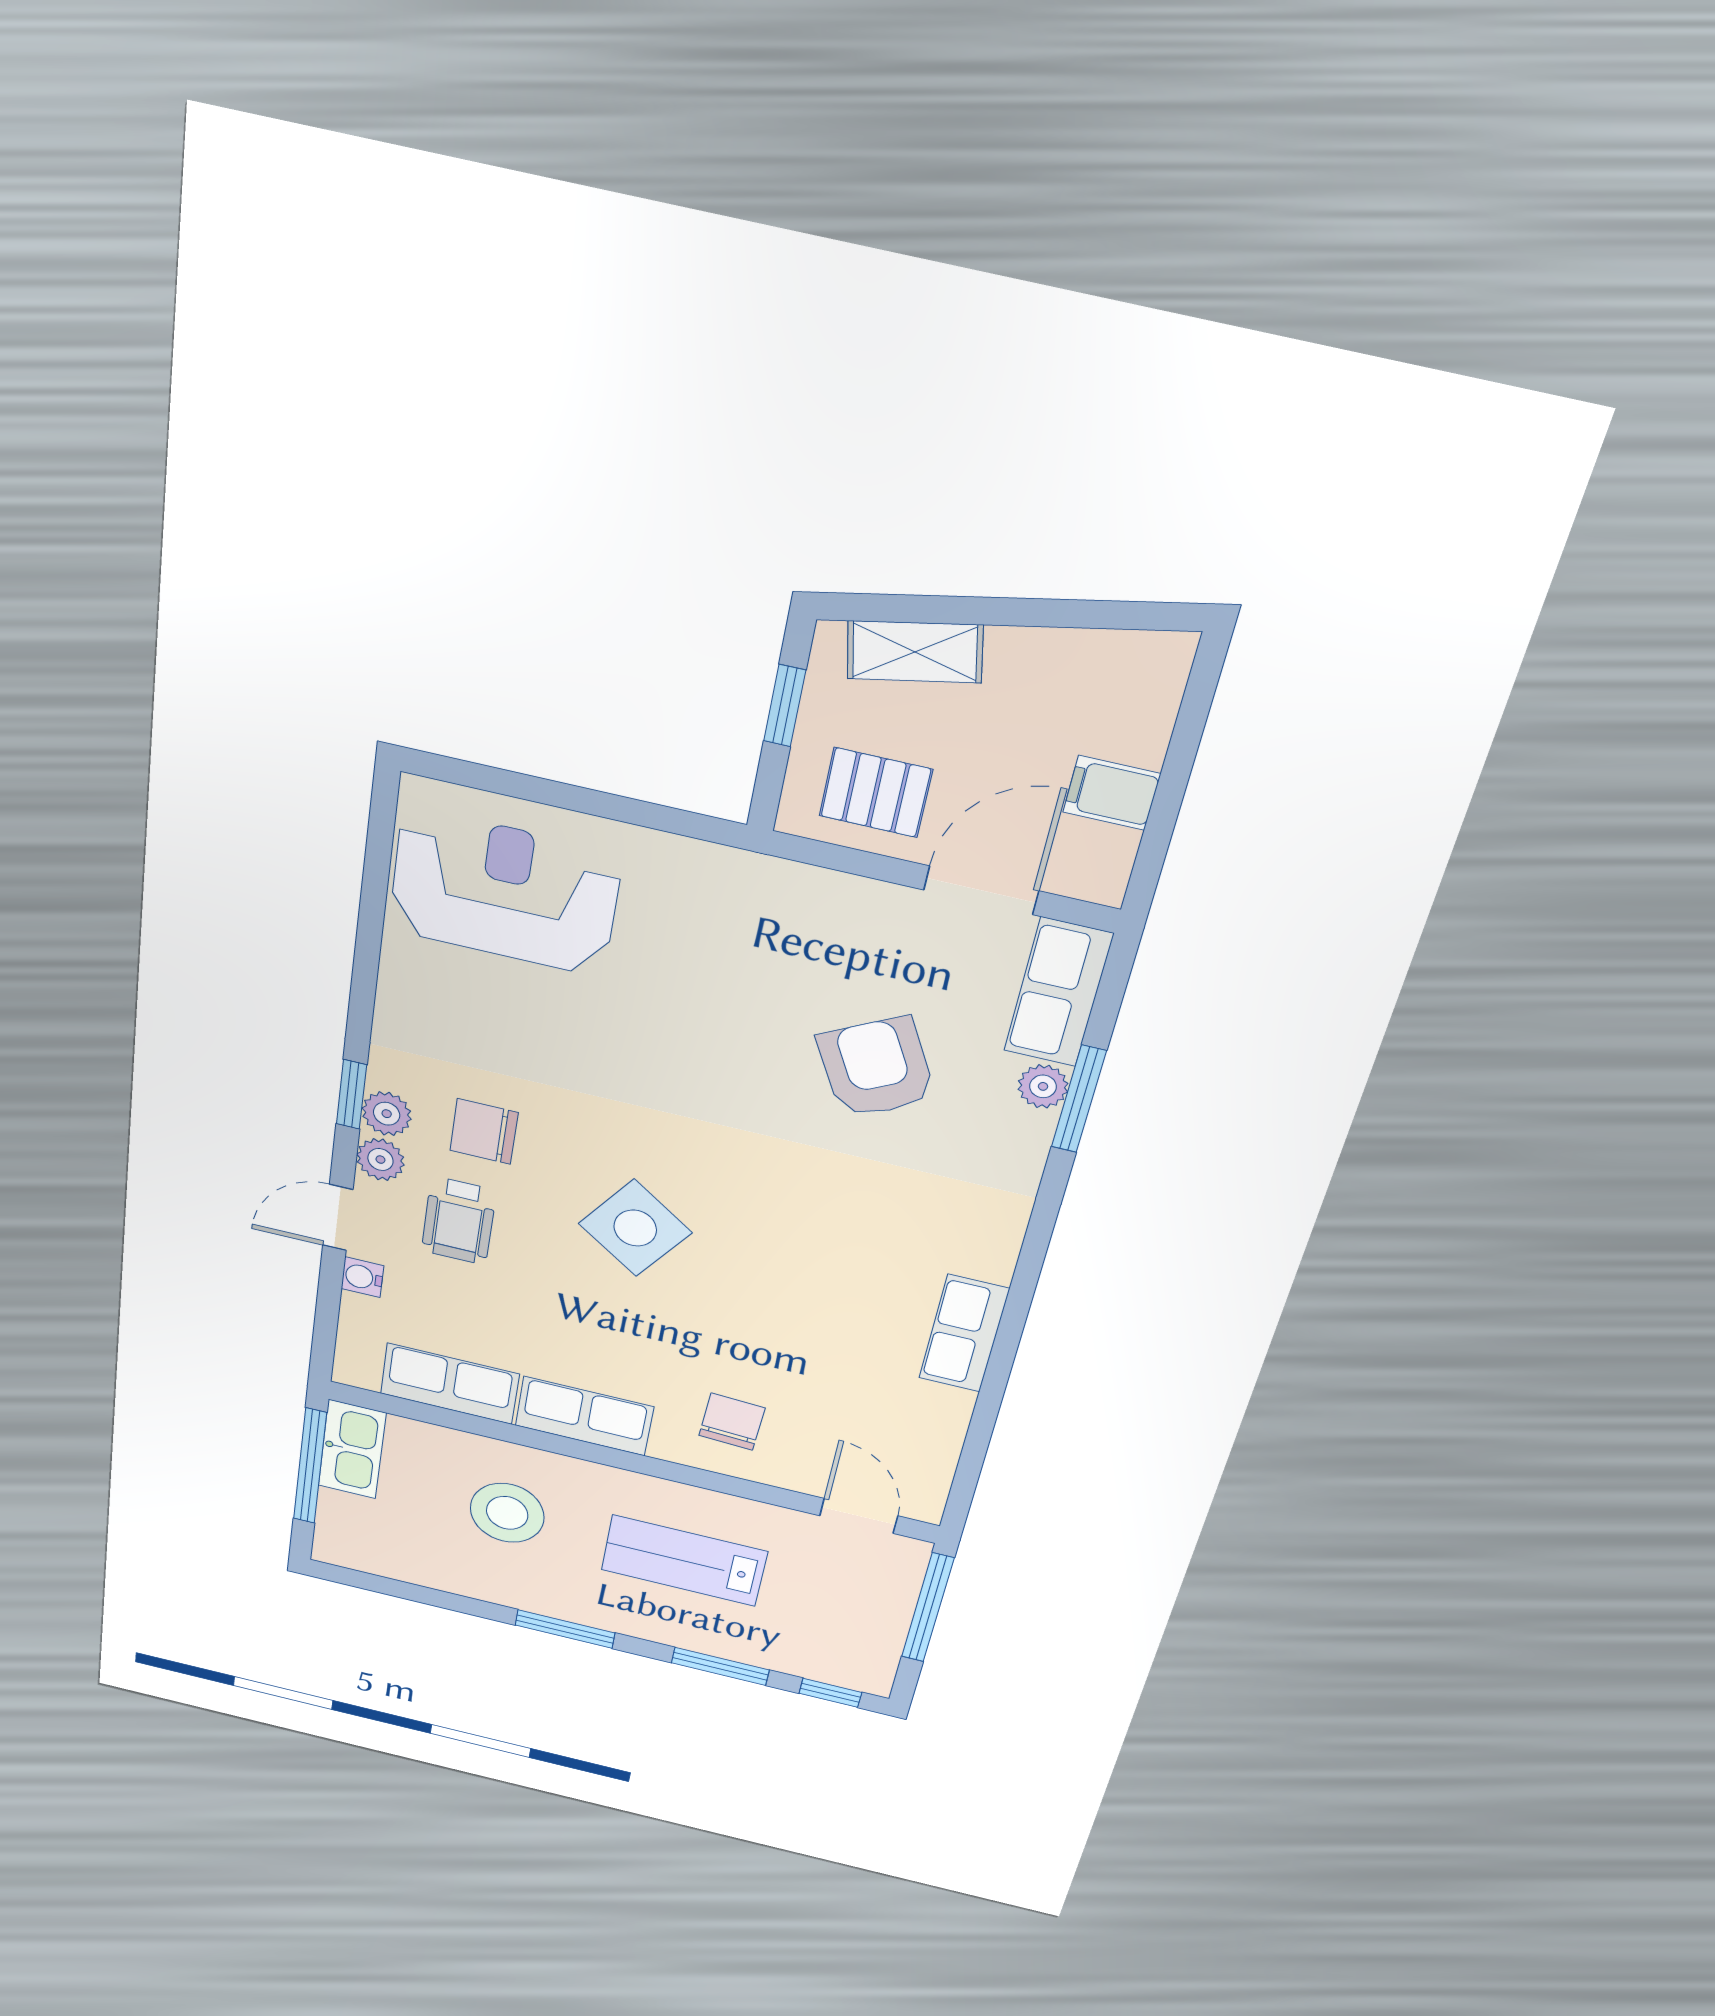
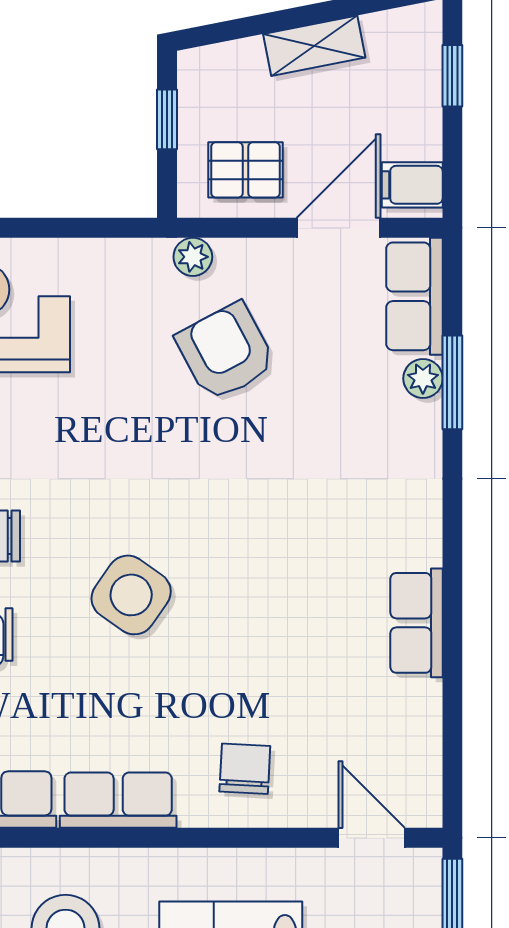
shelving: (915, 652) -> (314, 46), moved
window: (1186, 736) -> (452, 76), added
filing cabinet: (1112, 793) -> (412, 185), moved
plant: (784, 882) -> (193, 257), added
armchair: (876, 1068) -> (226, 352), moved

